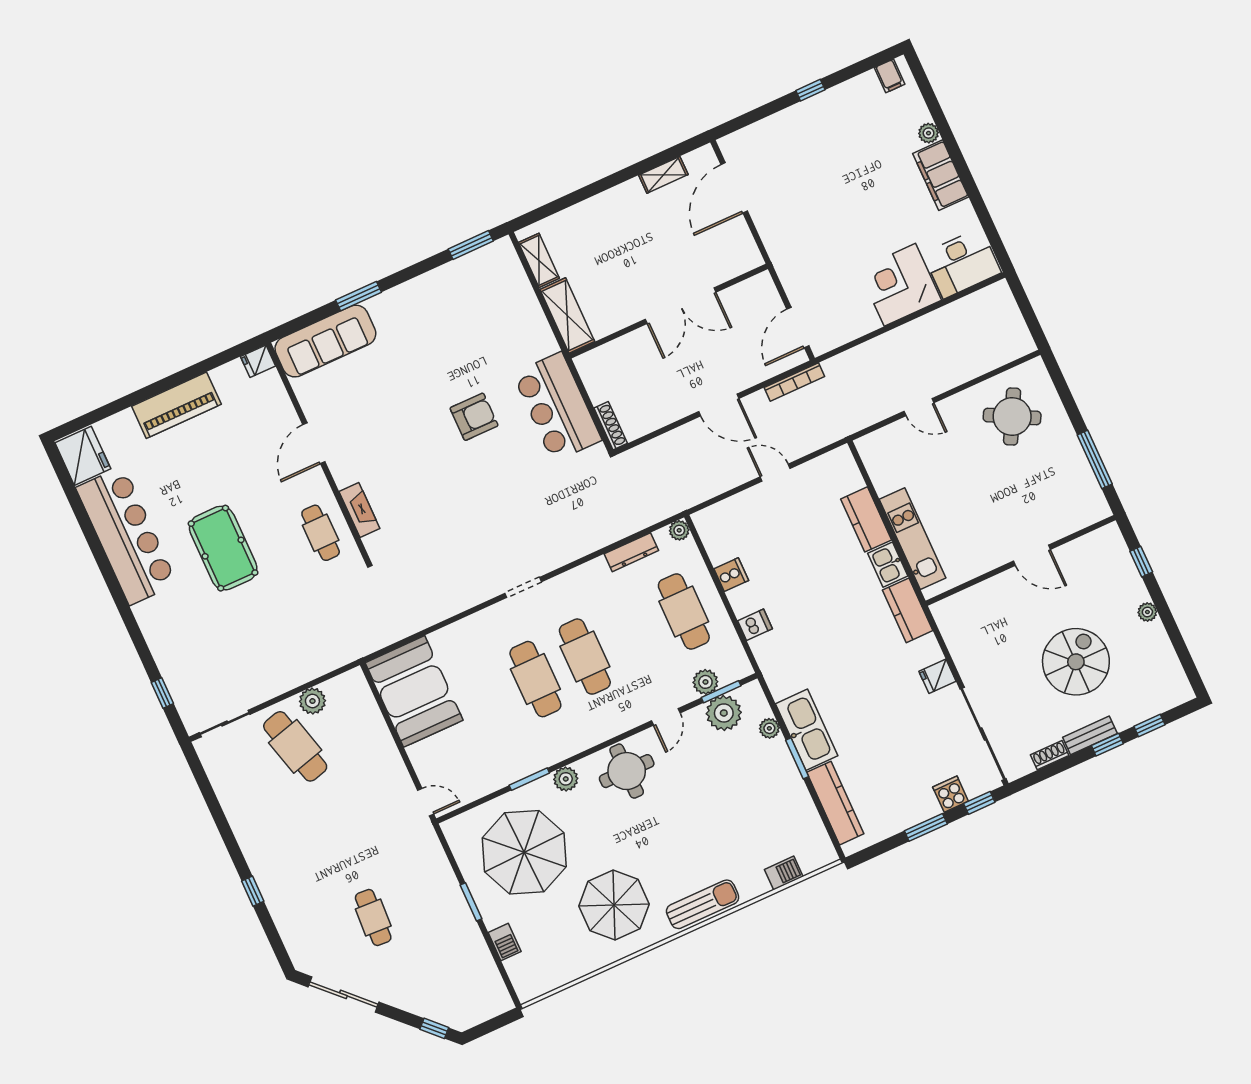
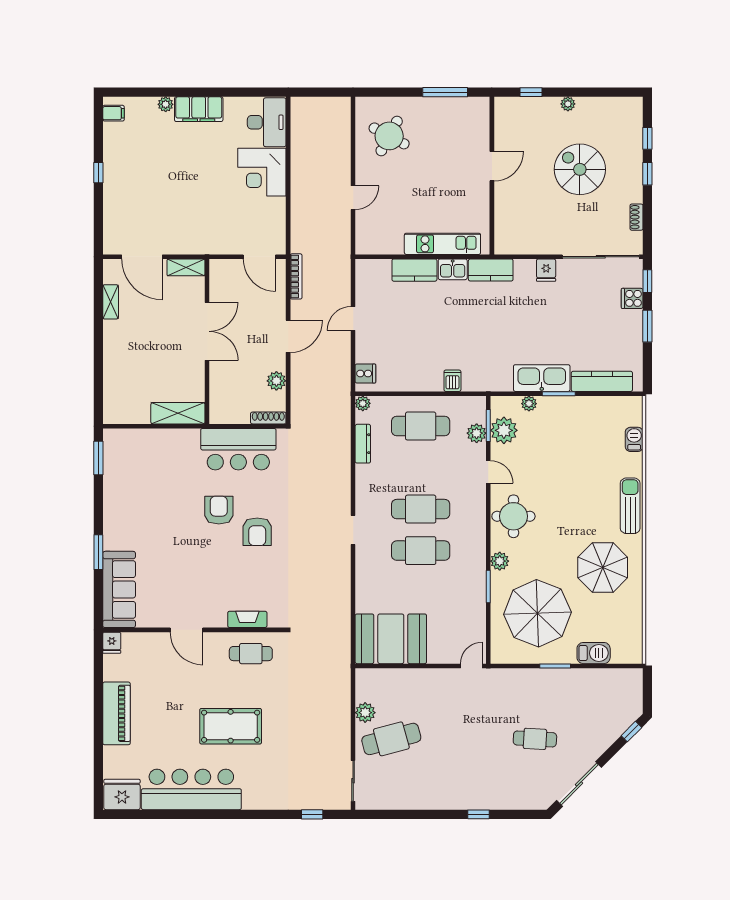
shelving: (539, 260) -> (186, 267), moved
plant: (659, 415) -> (276, 381), added
armchair: (469, 474) -> (257, 532), added
cooker: (731, 575) -> (365, 374), moved, turned 90
bench: (1090, 735) -> (635, 183), removed
barbecue: (505, 942) -> (594, 653), width x1.38, depth x1.27

